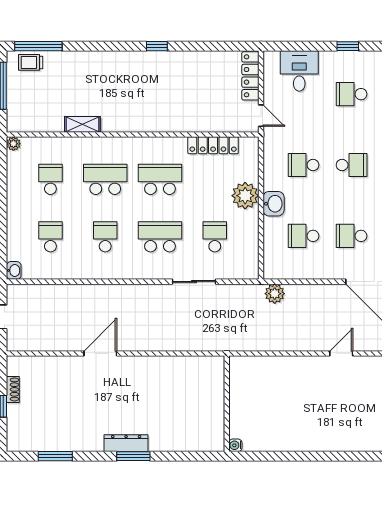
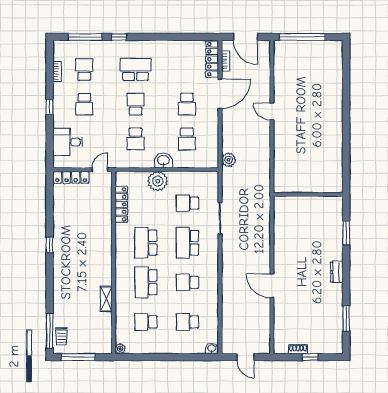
dresser: (126, 443) -> (337, 272), width x0.70
water cooler: (235, 445) -> (338, 188), removed
window: (133, 456) -> (346, 233), moved

